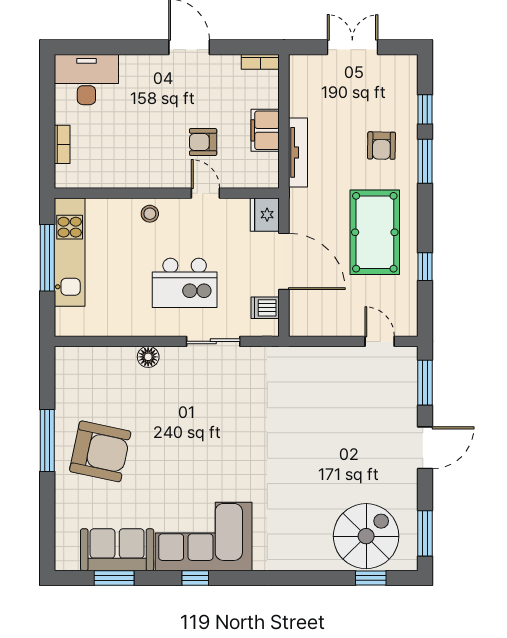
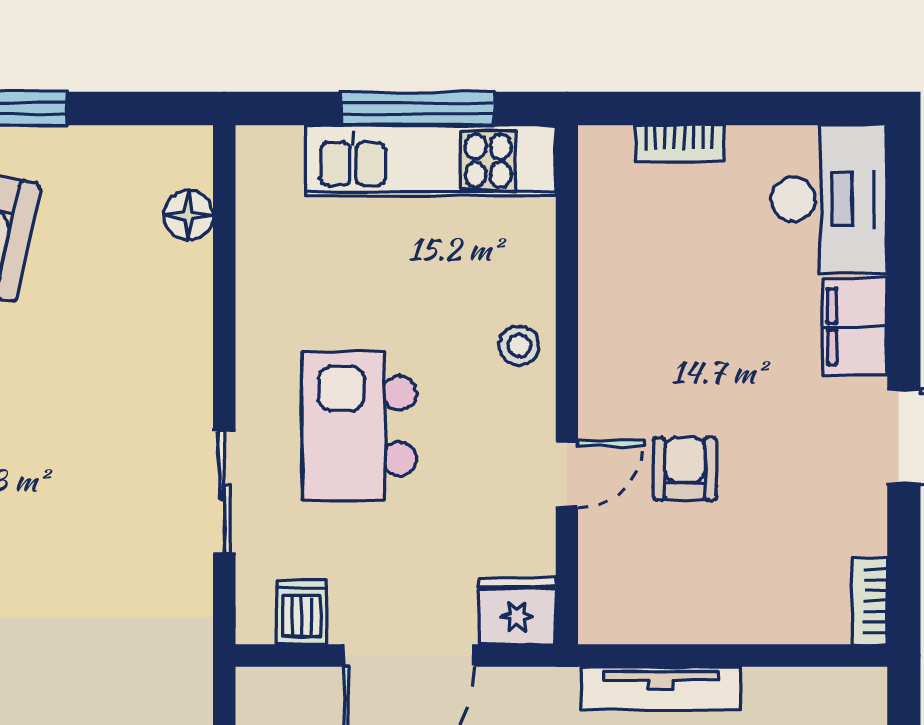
filing cabinet: (265, 130) -> (855, 326), moved, turned -90
floor lamp: (148, 357) -> (188, 215), moved

